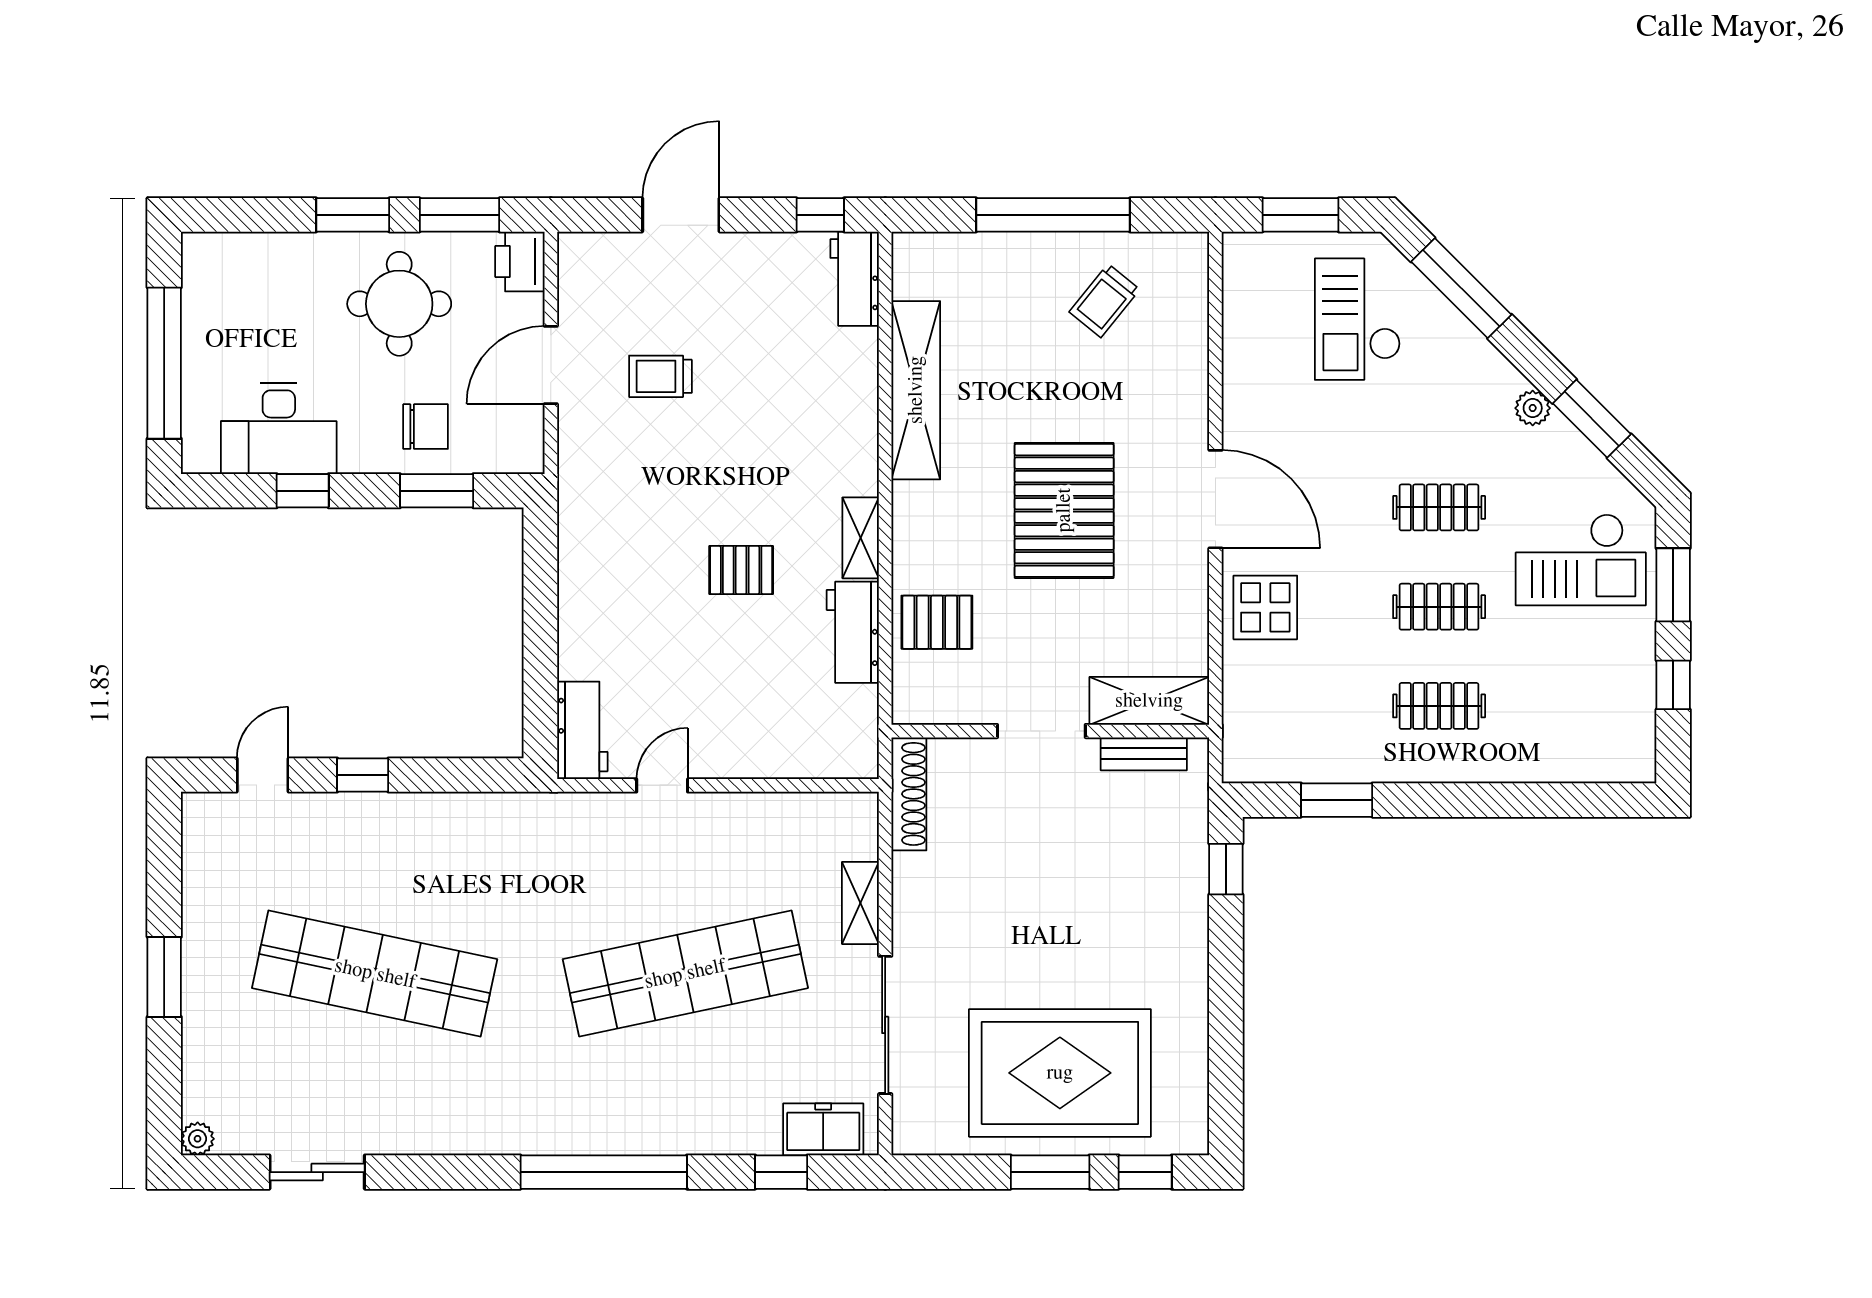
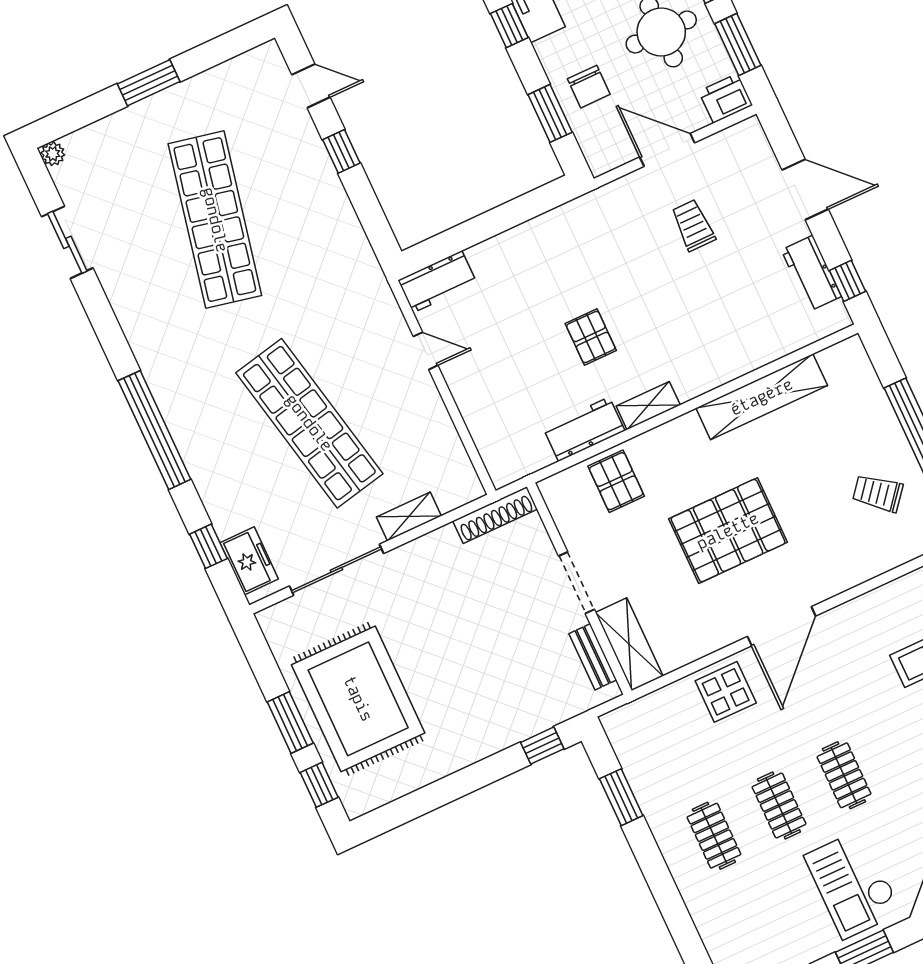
workbench: (855, 279) -> (811, 273), moved, turned -90

